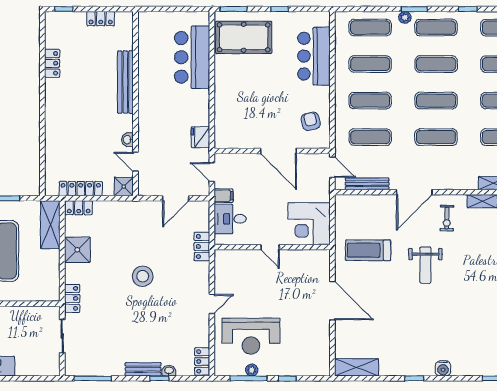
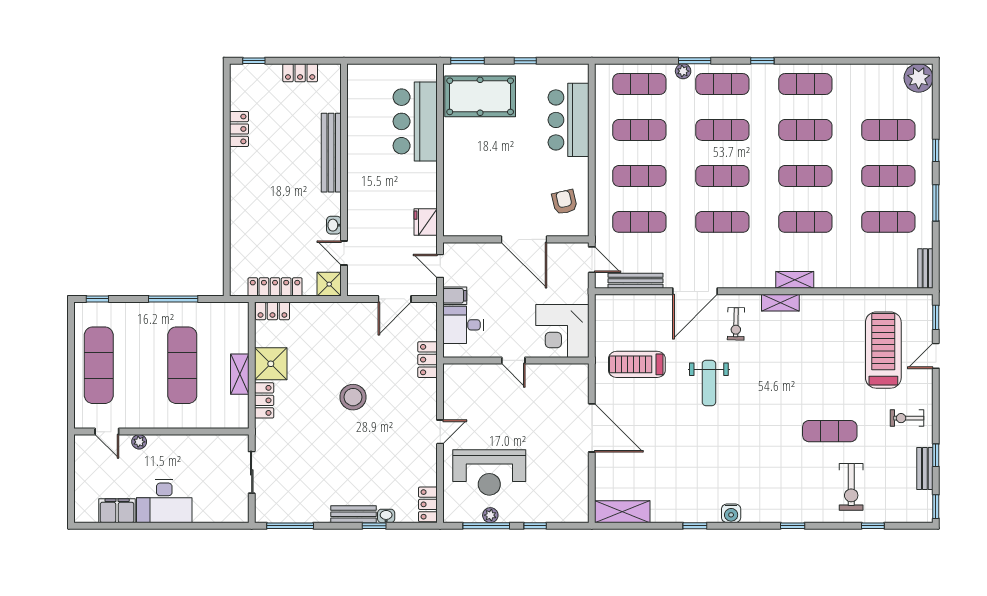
shelving: (50, 225) -> (240, 374), moved, width x0.67, depth x0.75
locker: (72, 298) -> (264, 400), moved

